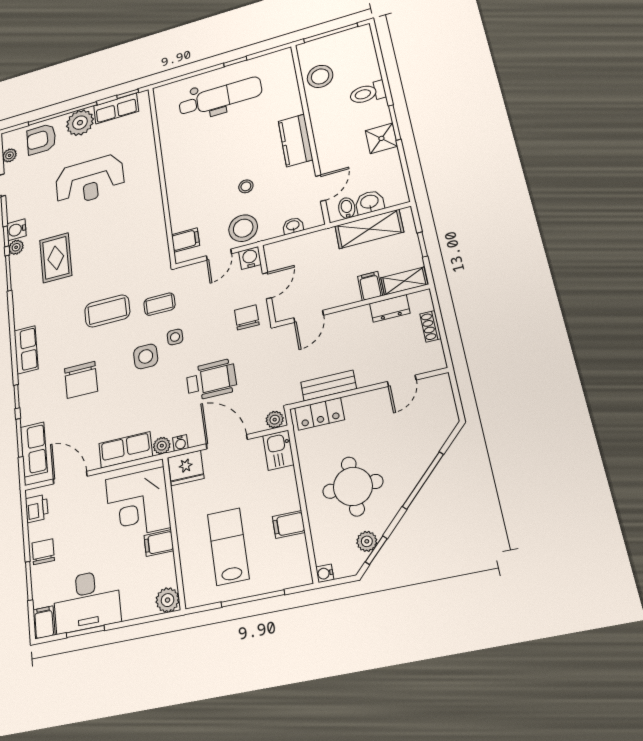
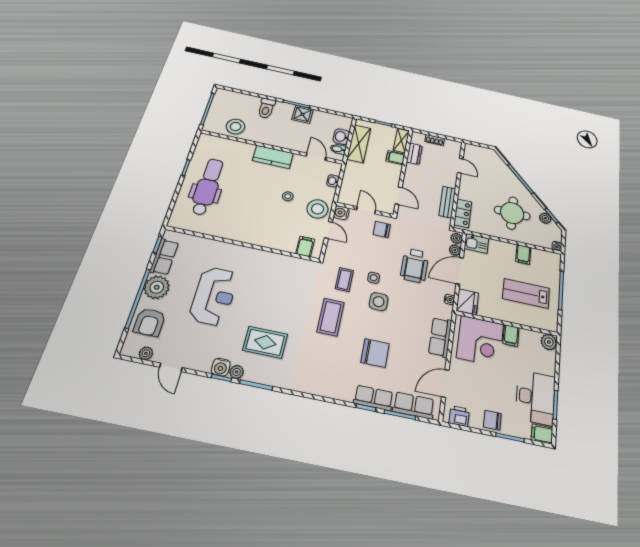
row of seats: (26, 350) -> (374, 398), moved
wheelchair: (211, 380) -> (415, 265), turned 180
plant: (162, 446) -> (455, 250), moved

